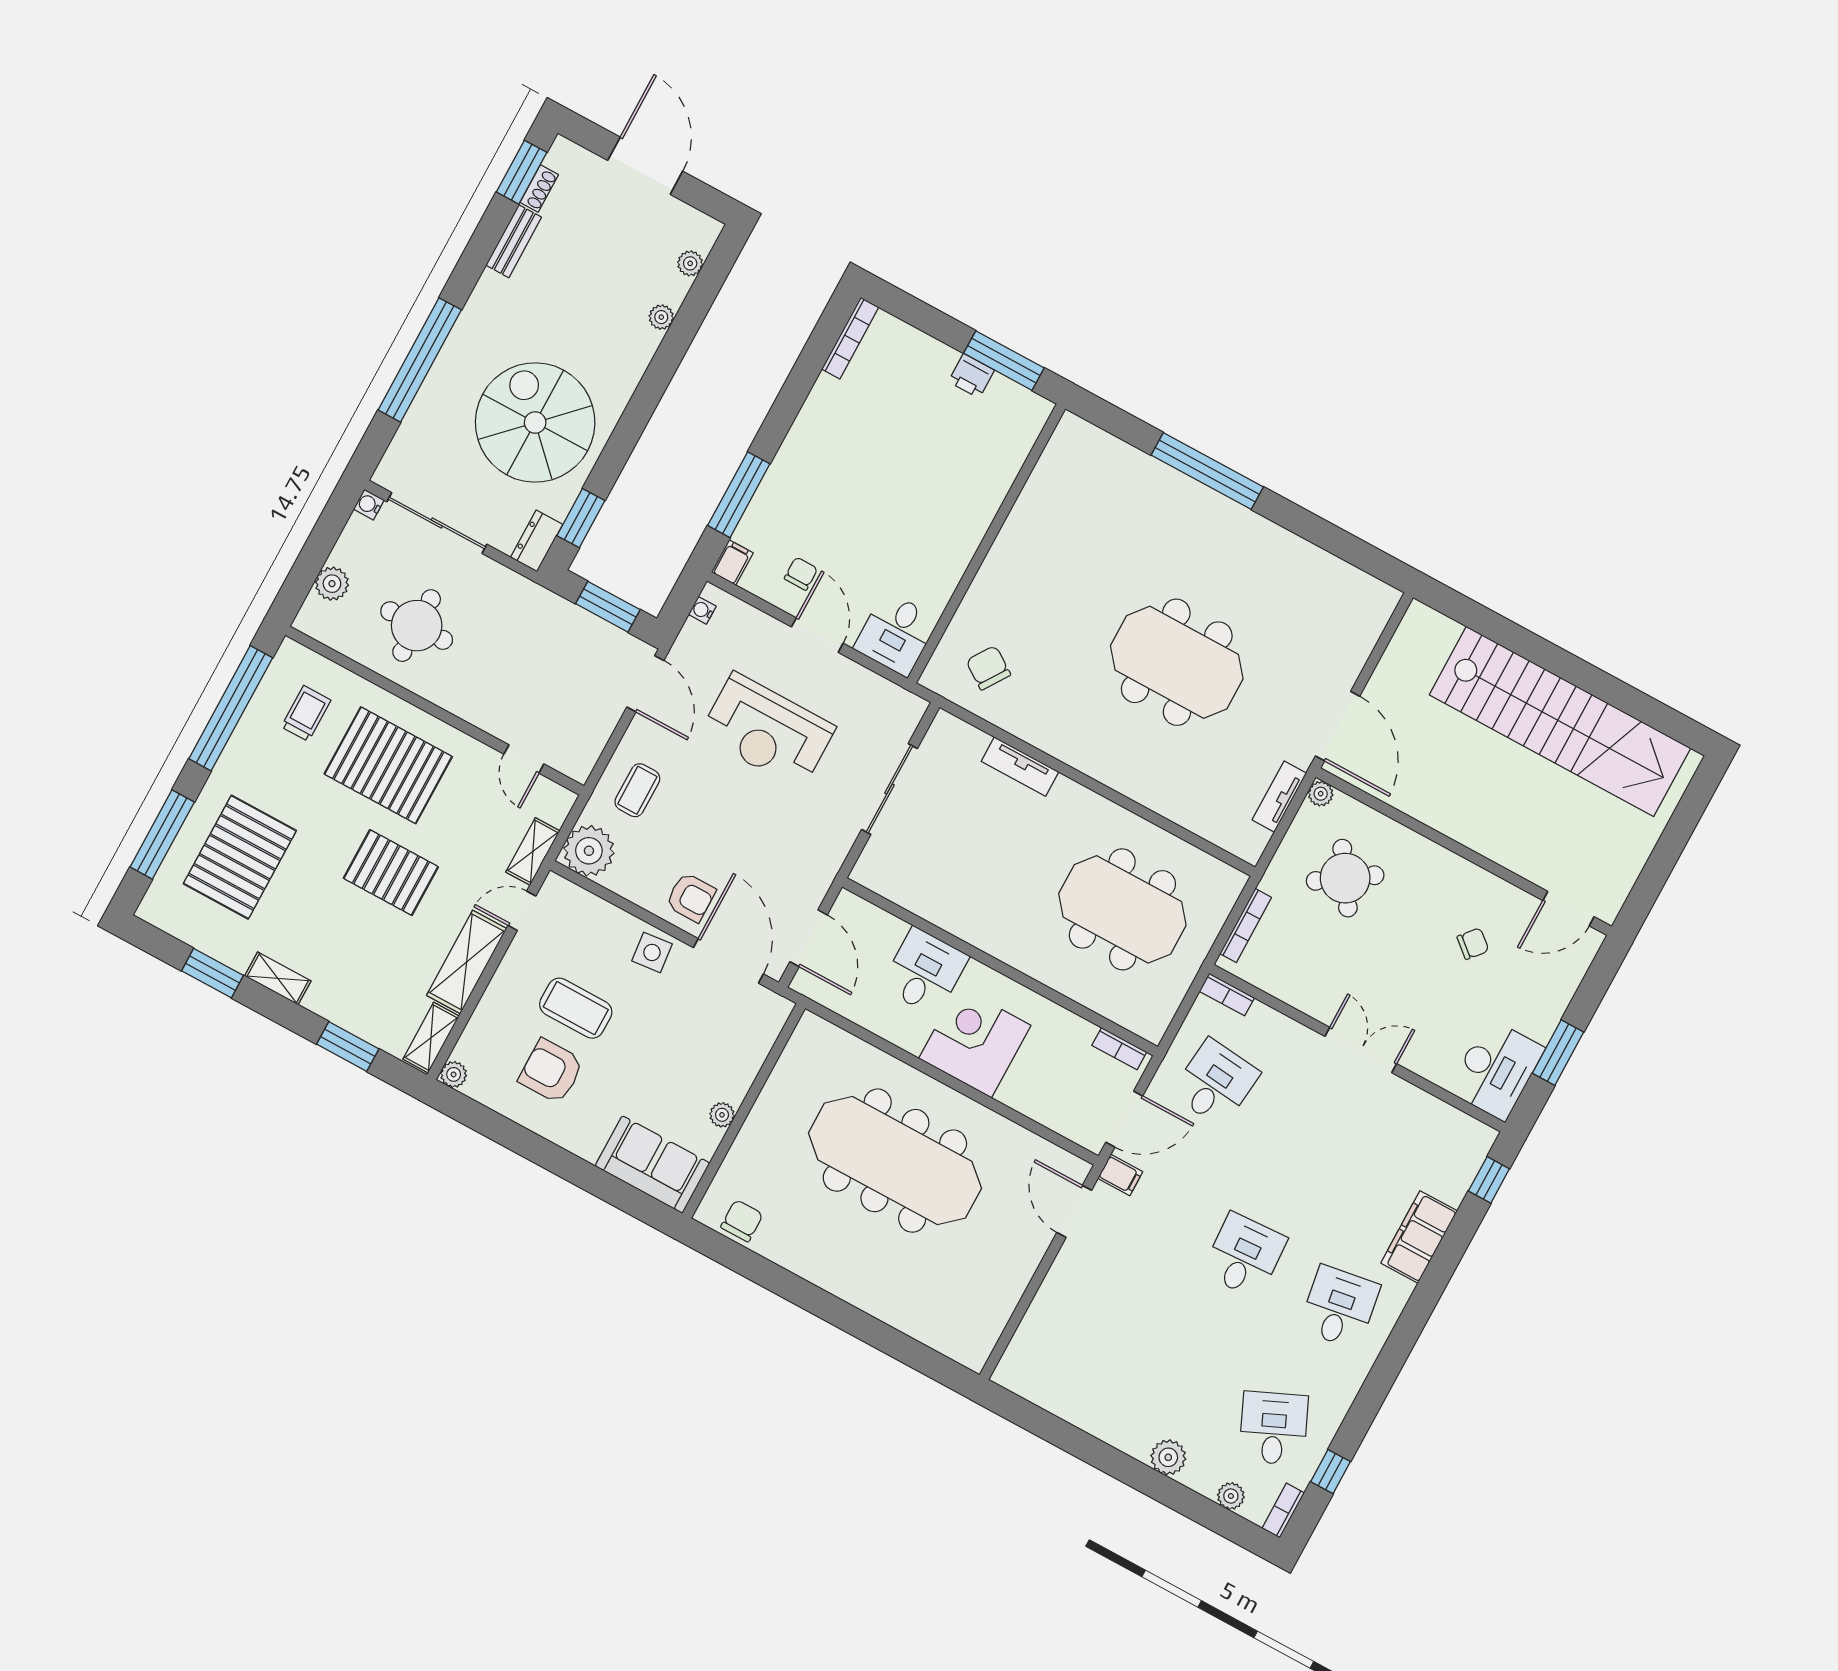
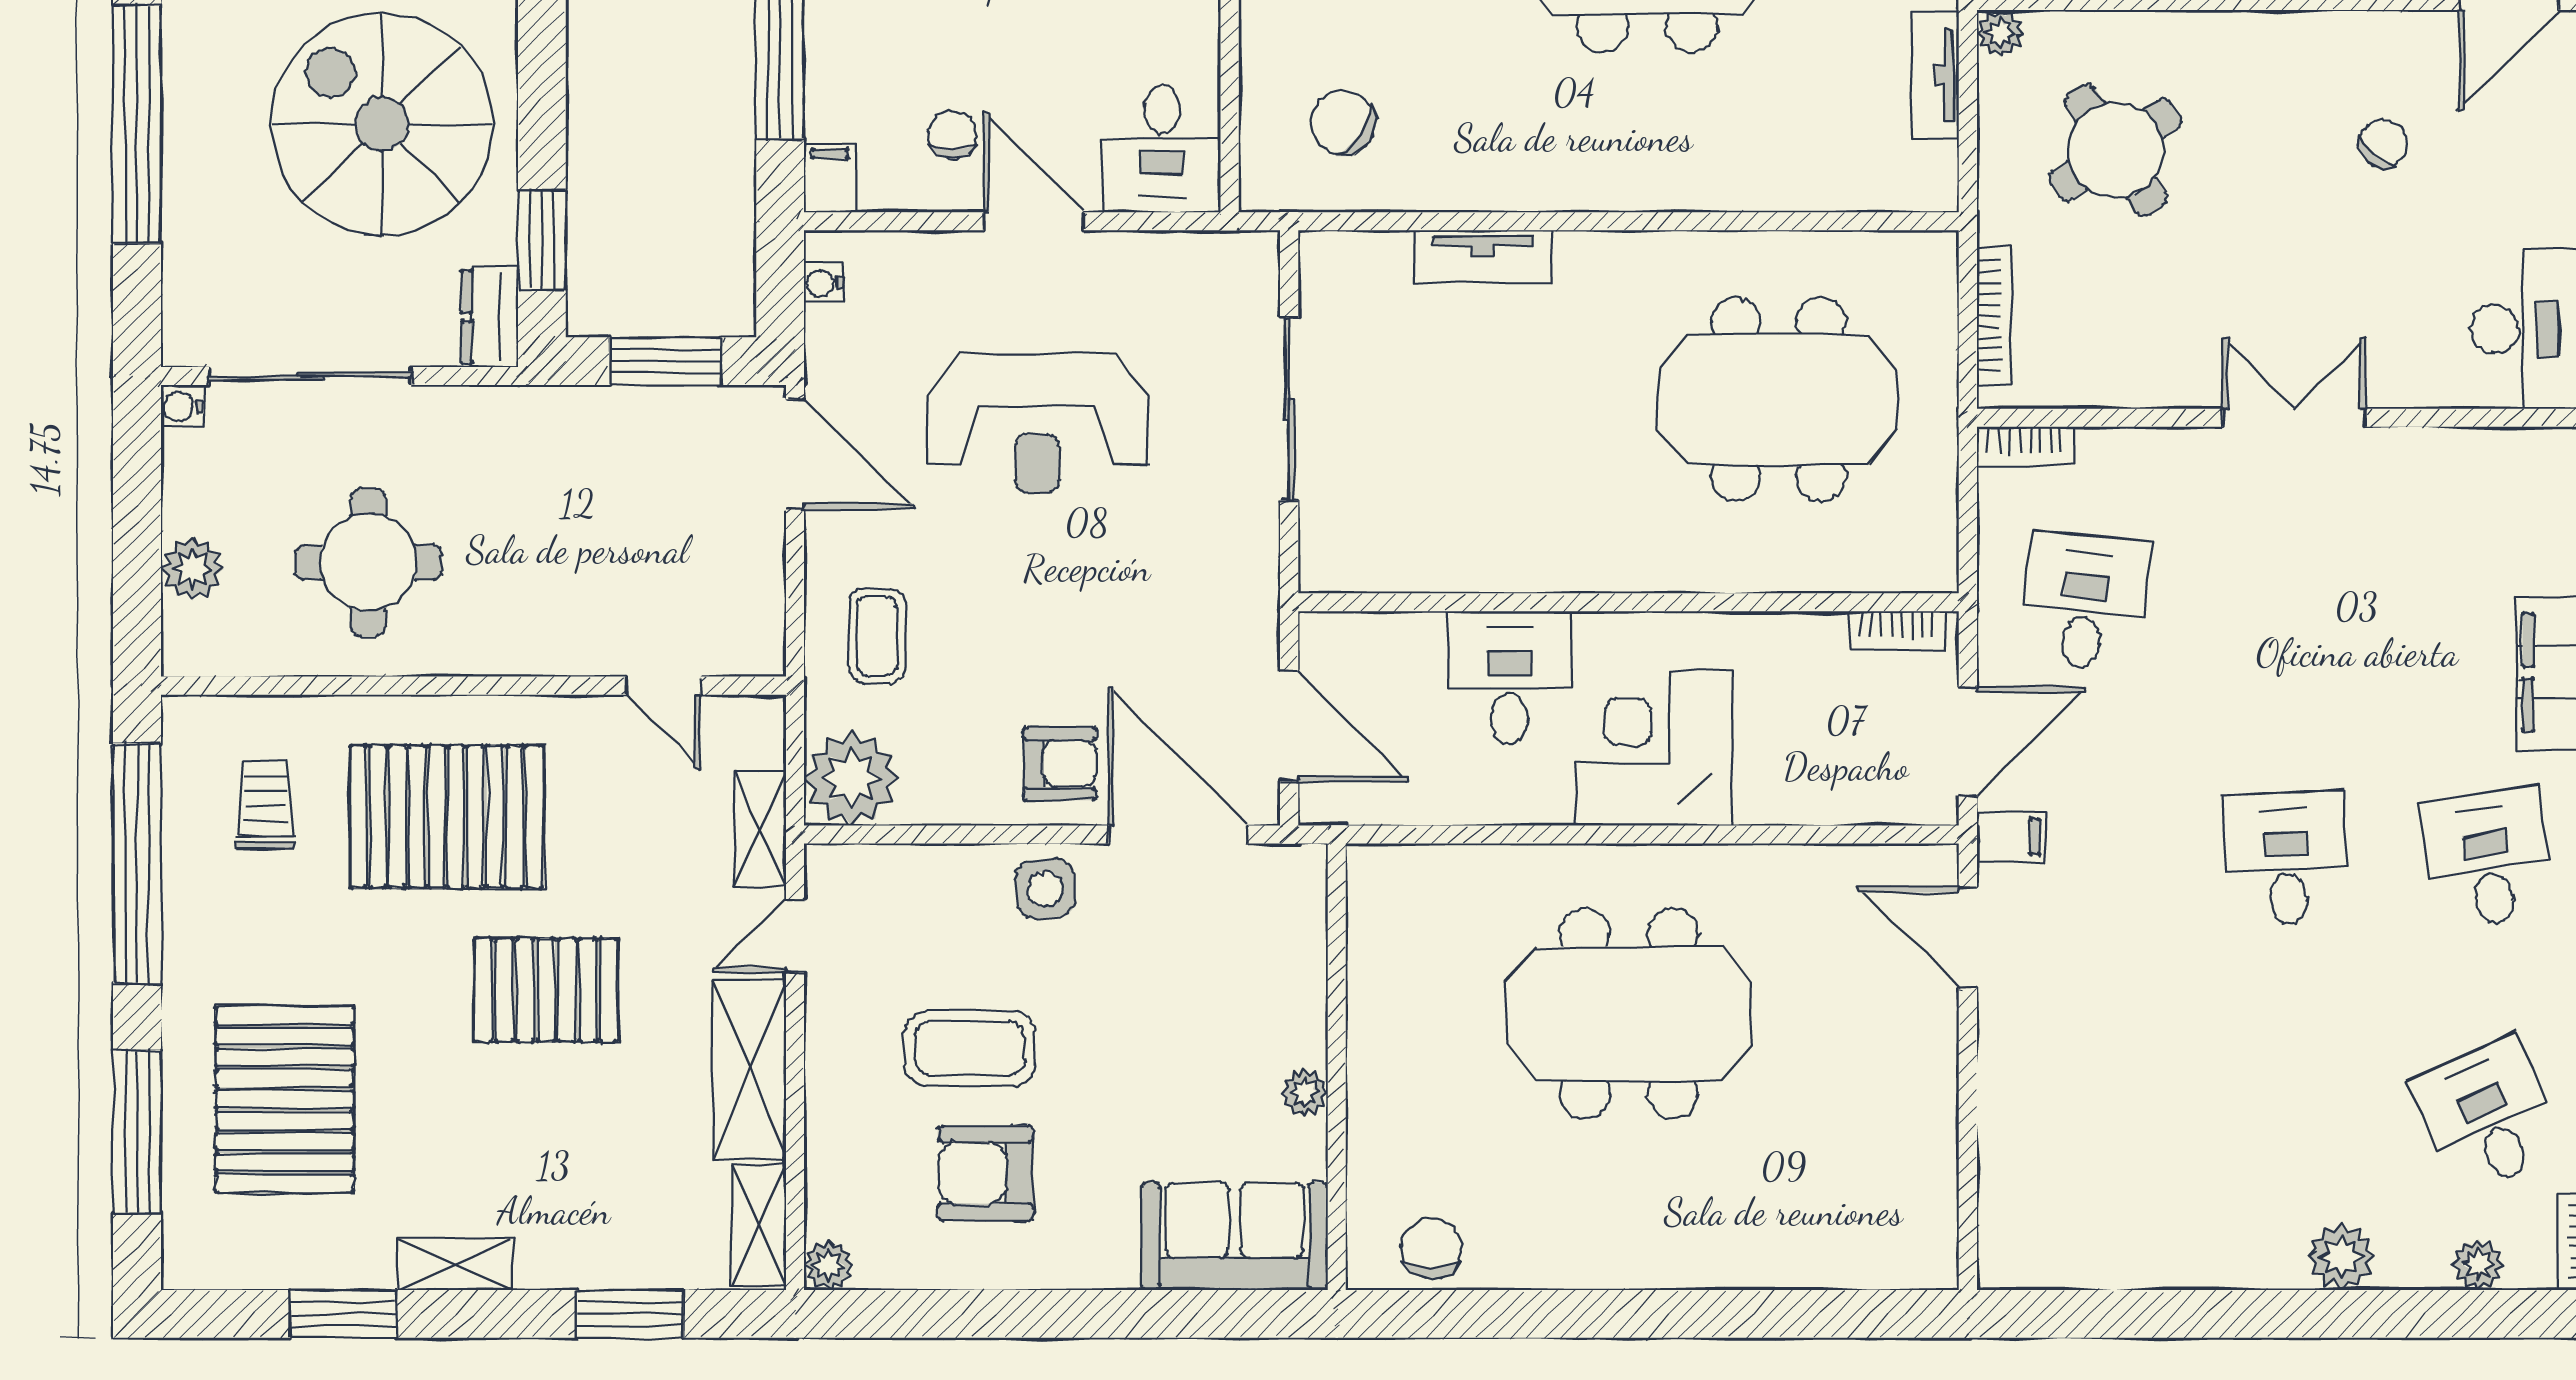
meeting table: (895, 1161) -> (1629, 1014), width x0.73

